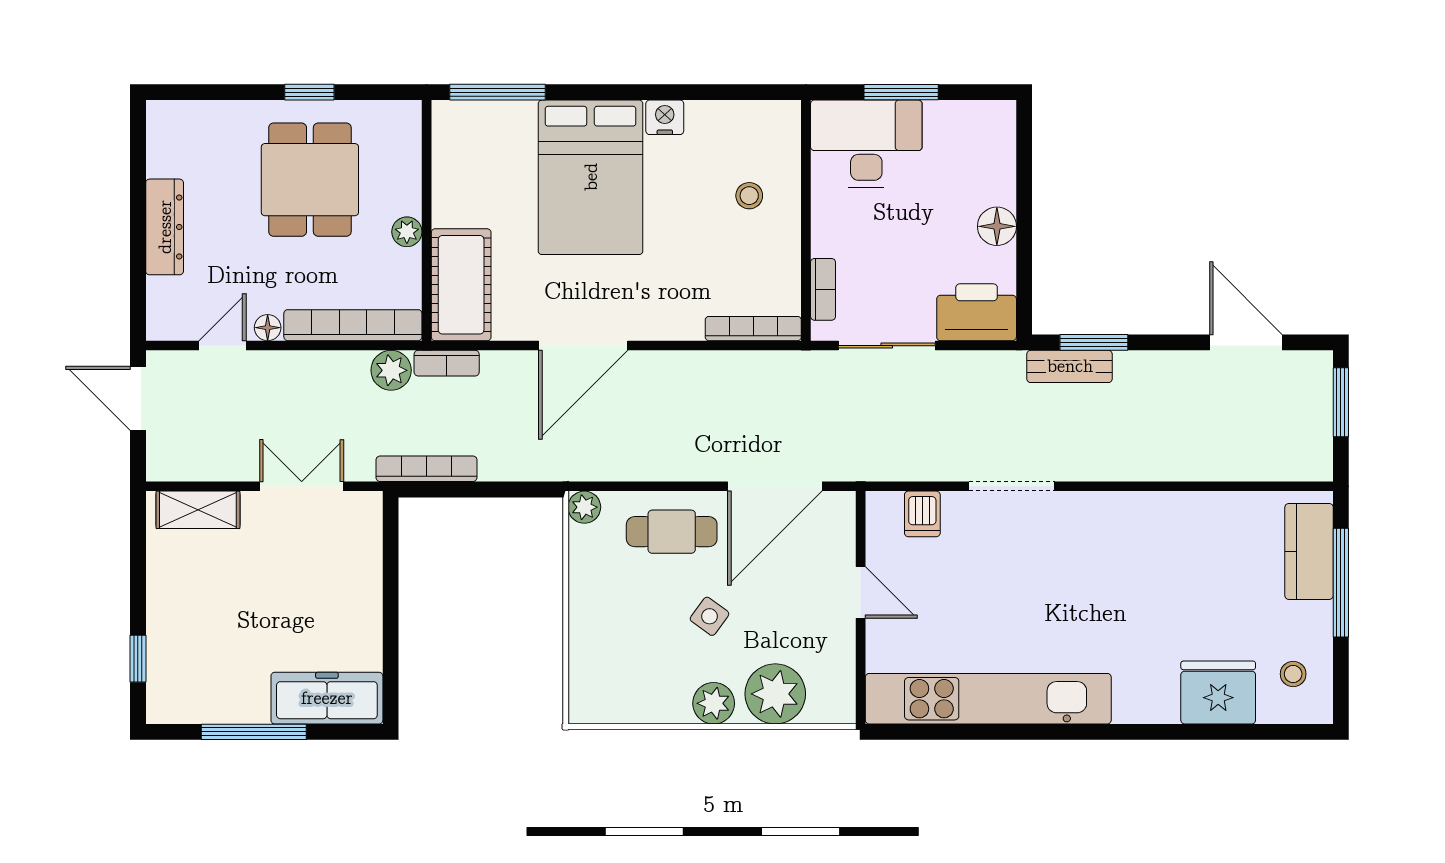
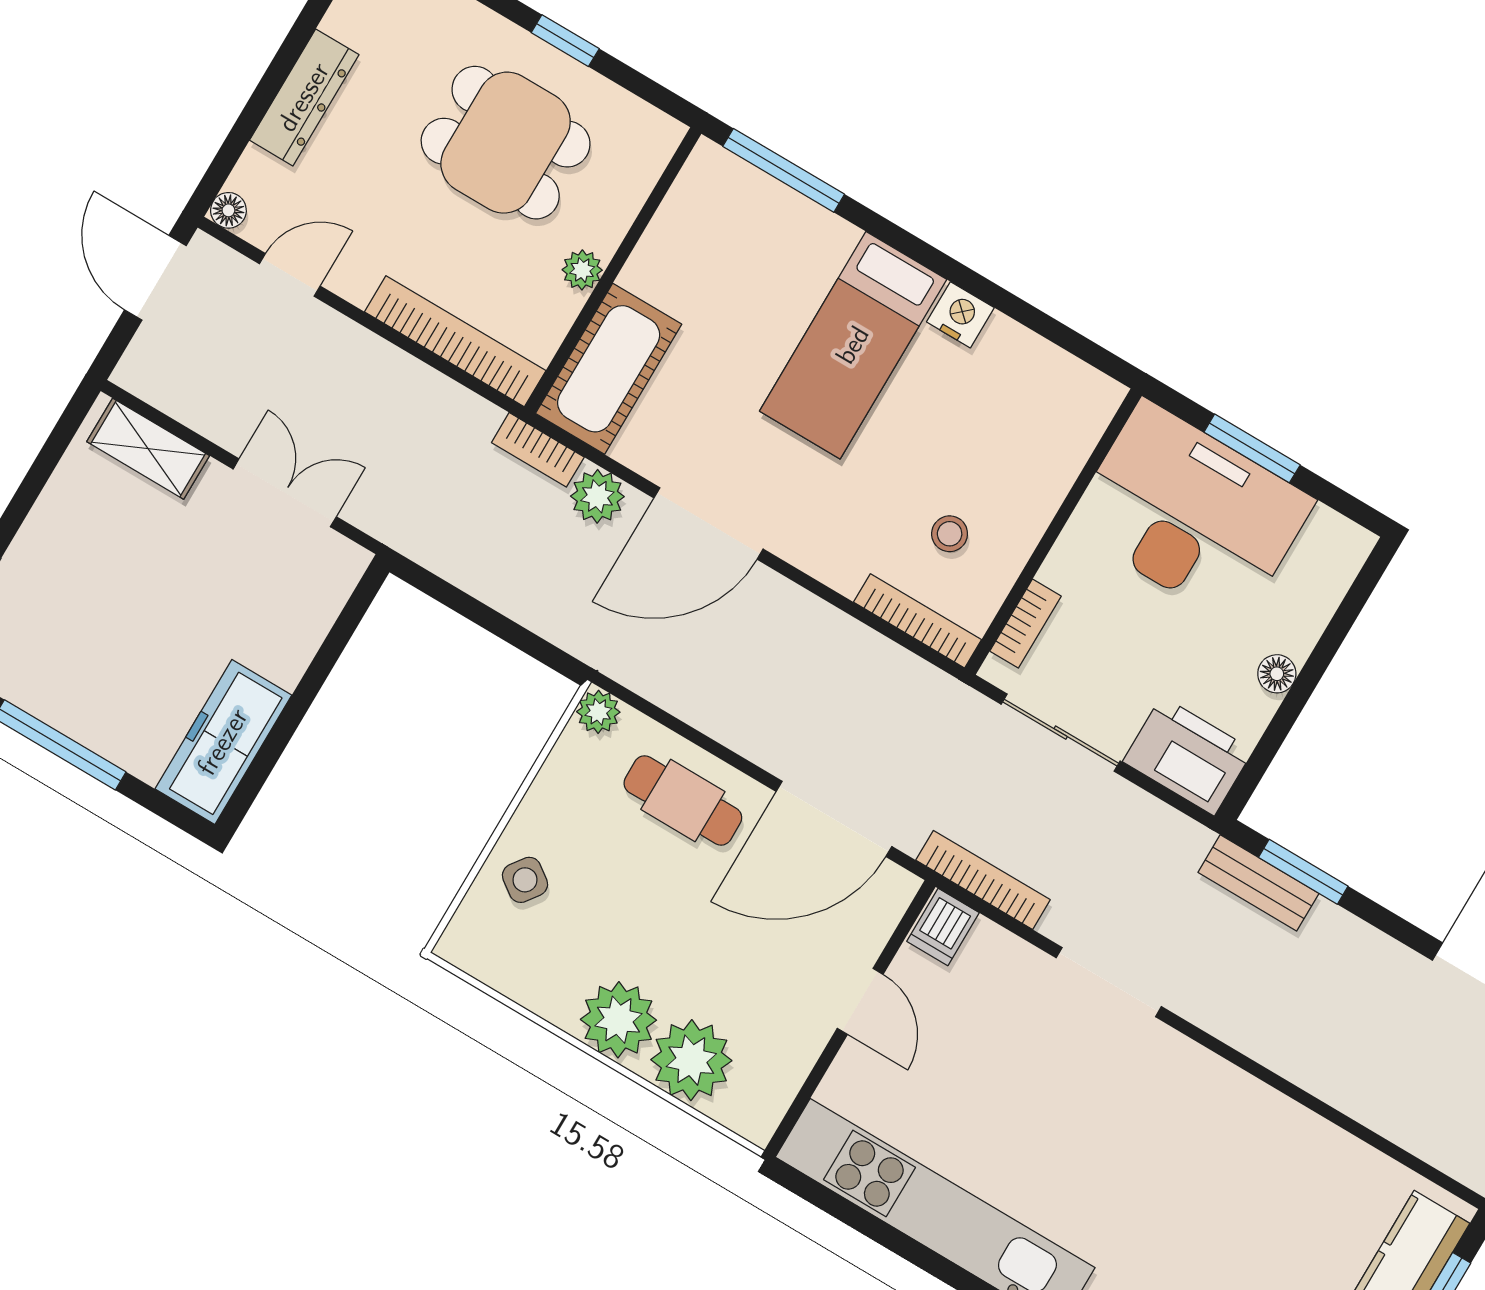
desk: (866, 144) -> (1191, 514), width x1.36, depth x1.30
bed: (591, 177) -> (853, 345), width x0.67
dining table: (310, 180) -> (506, 143), turned 90
stool: (749, 196) -> (950, 534), moved
floor lamp: (997, 226) -> (1277, 674), width x0.73, depth x0.73
floor lamp: (268, 328) -> (228, 210), moved
plant: (391, 370) -> (597, 496), moved
bookcase: (426, 469) -> (983, 880), moved
dishwasher: (922, 514) -> (943, 927), moved
side table: (710, 616) -> (525, 880), moved
freezer: (327, 698) -> (223, 742), moved, turned -90
plant: (714, 703) -> (618, 1020), width x1.36, depth x1.36

